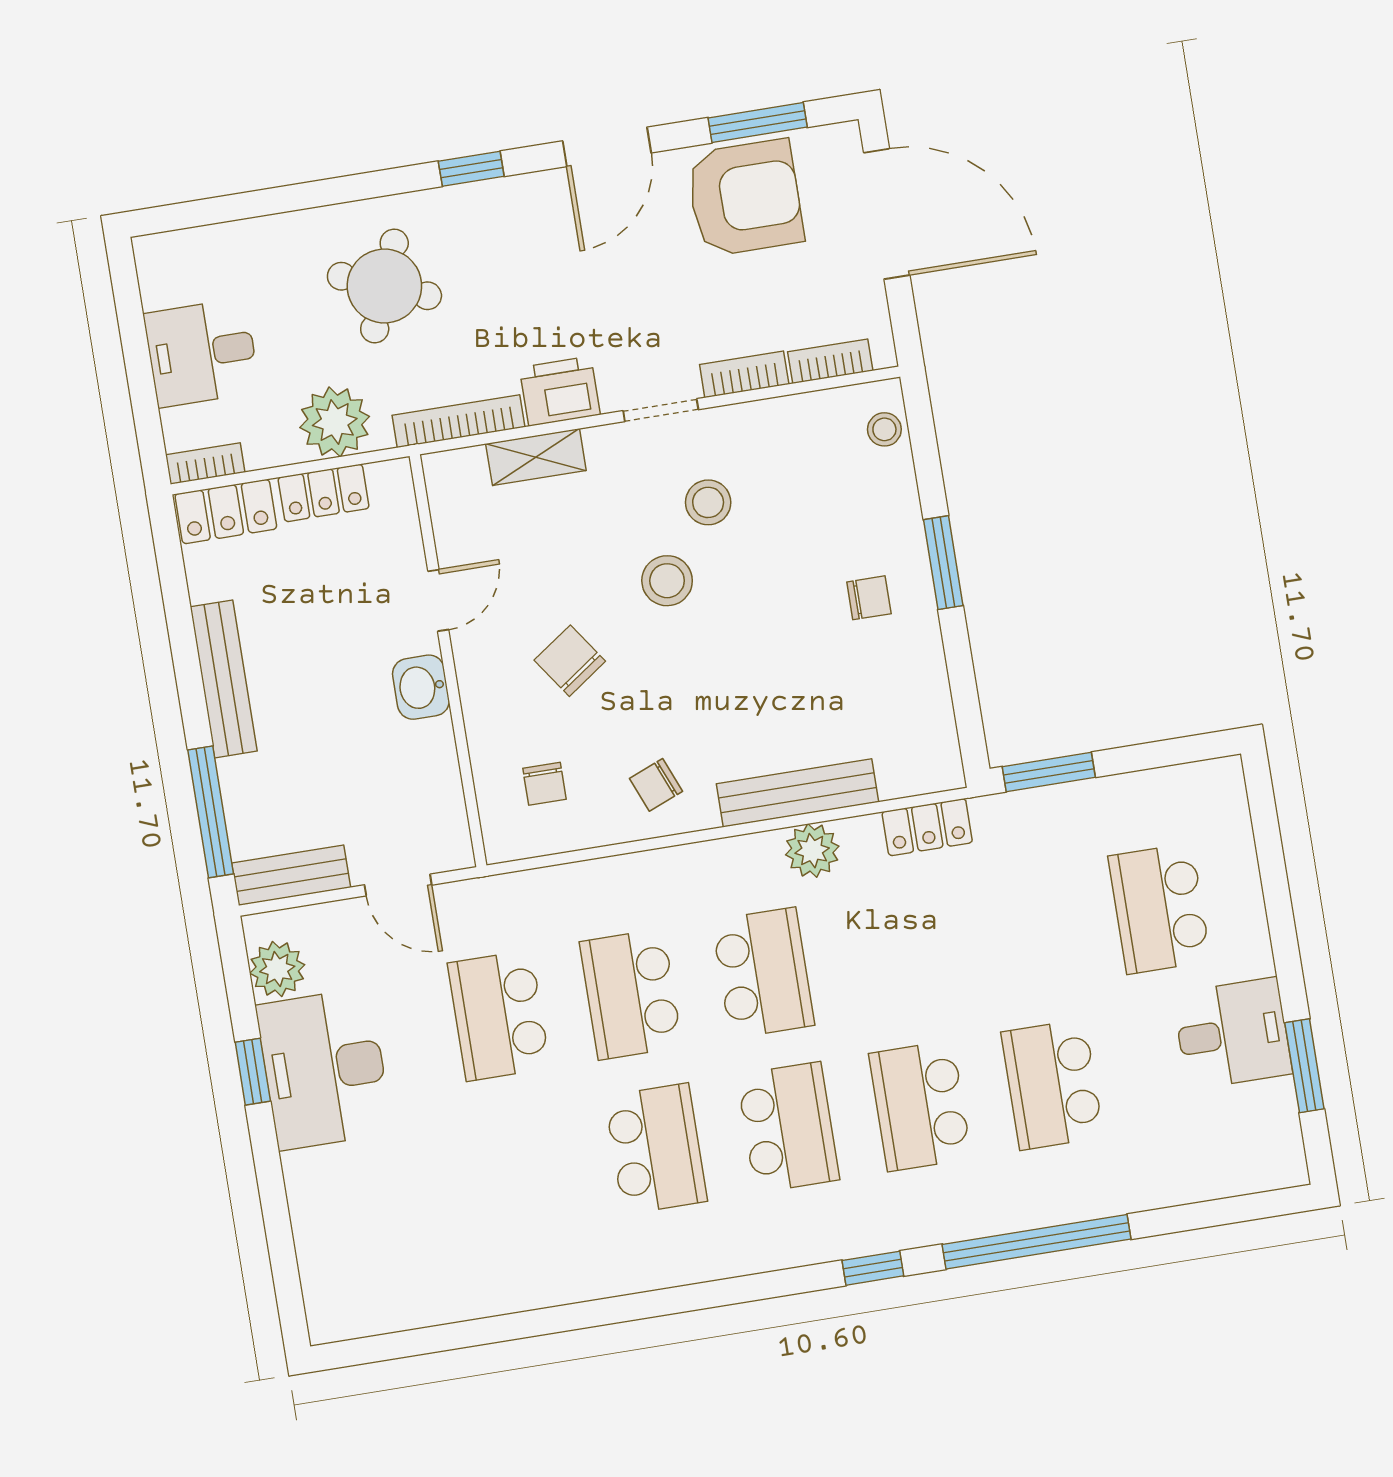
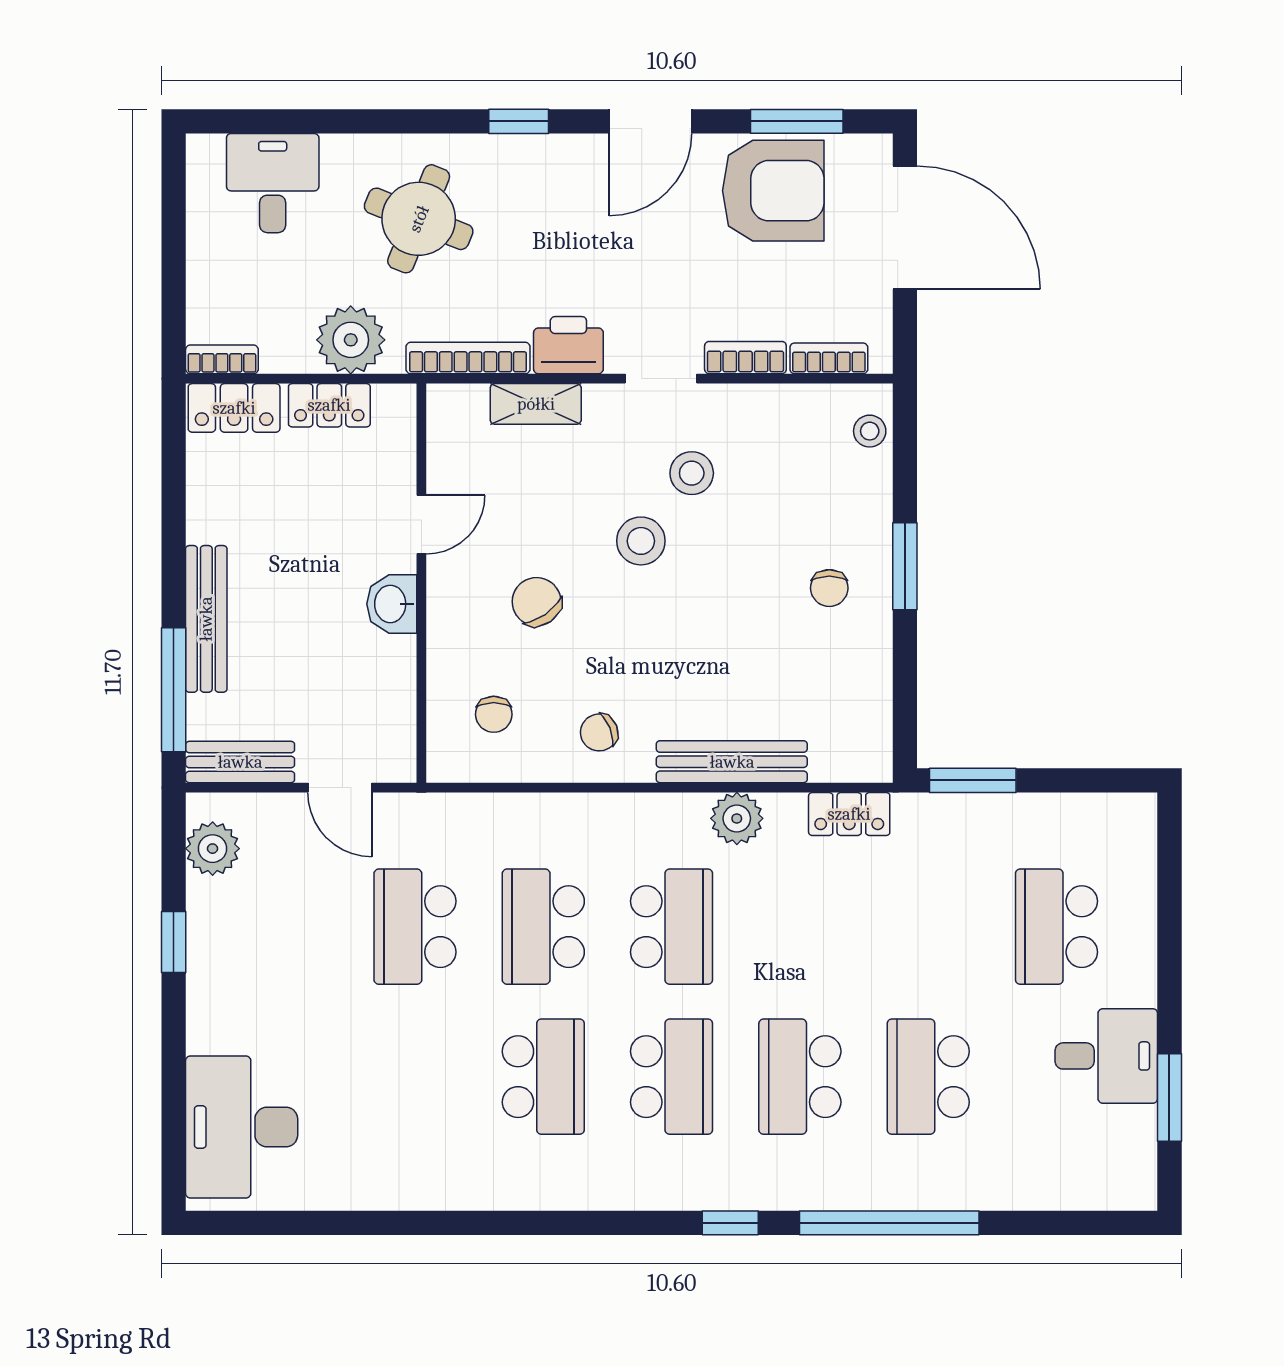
desk: (202, 353) -> (273, 183), moved, turned 90
chair: (869, 598) -> (829, 588), turned 90
bench: (224, 679) -> (206, 619), moved
desk: (324, 1069) -> (242, 1127), moved

